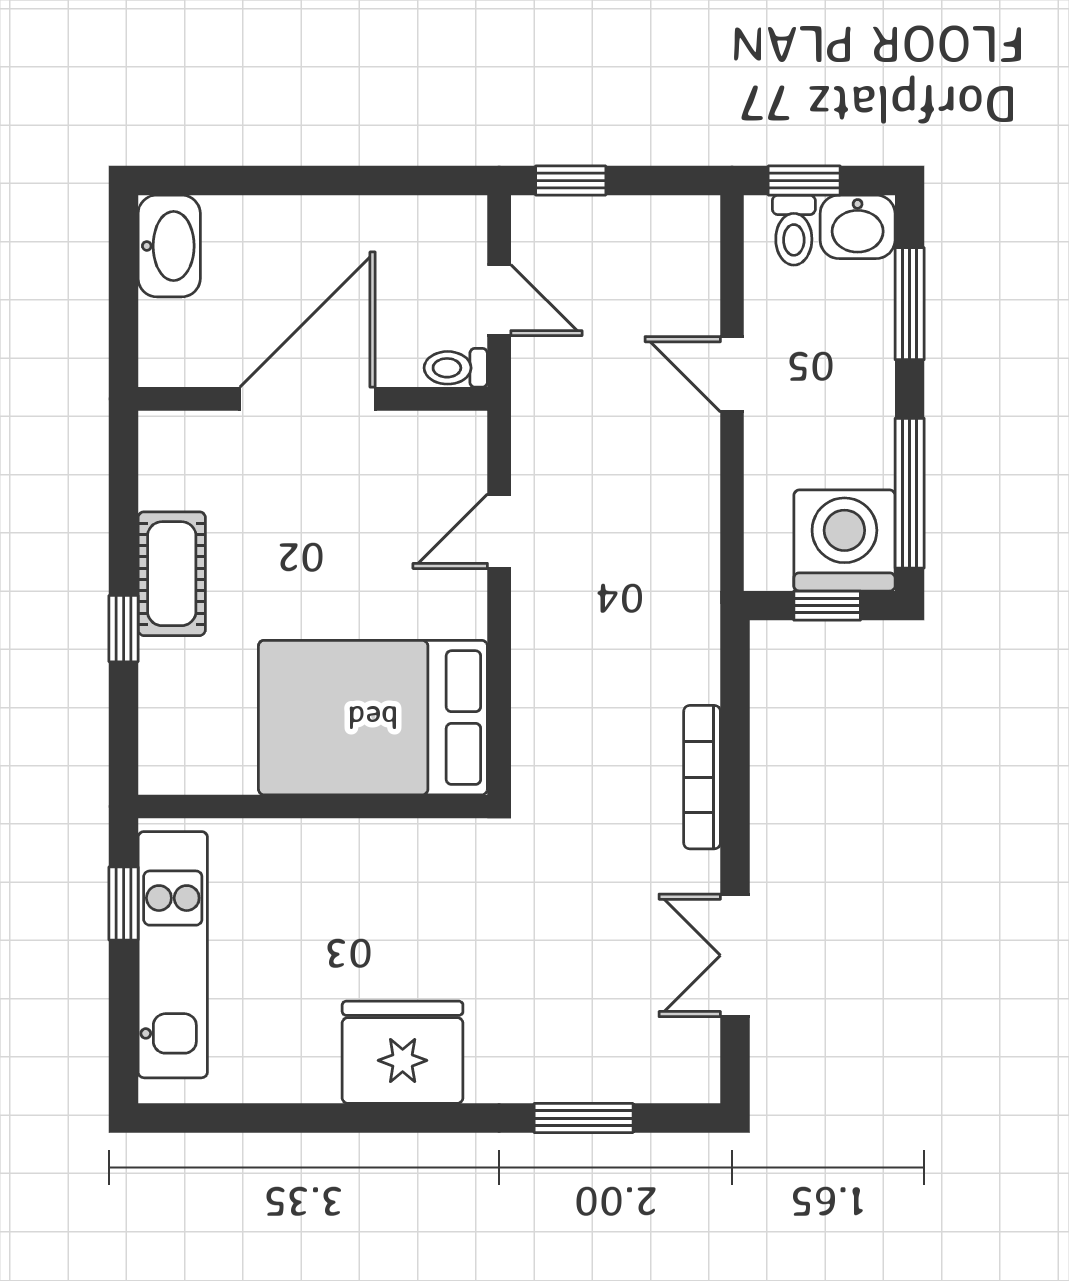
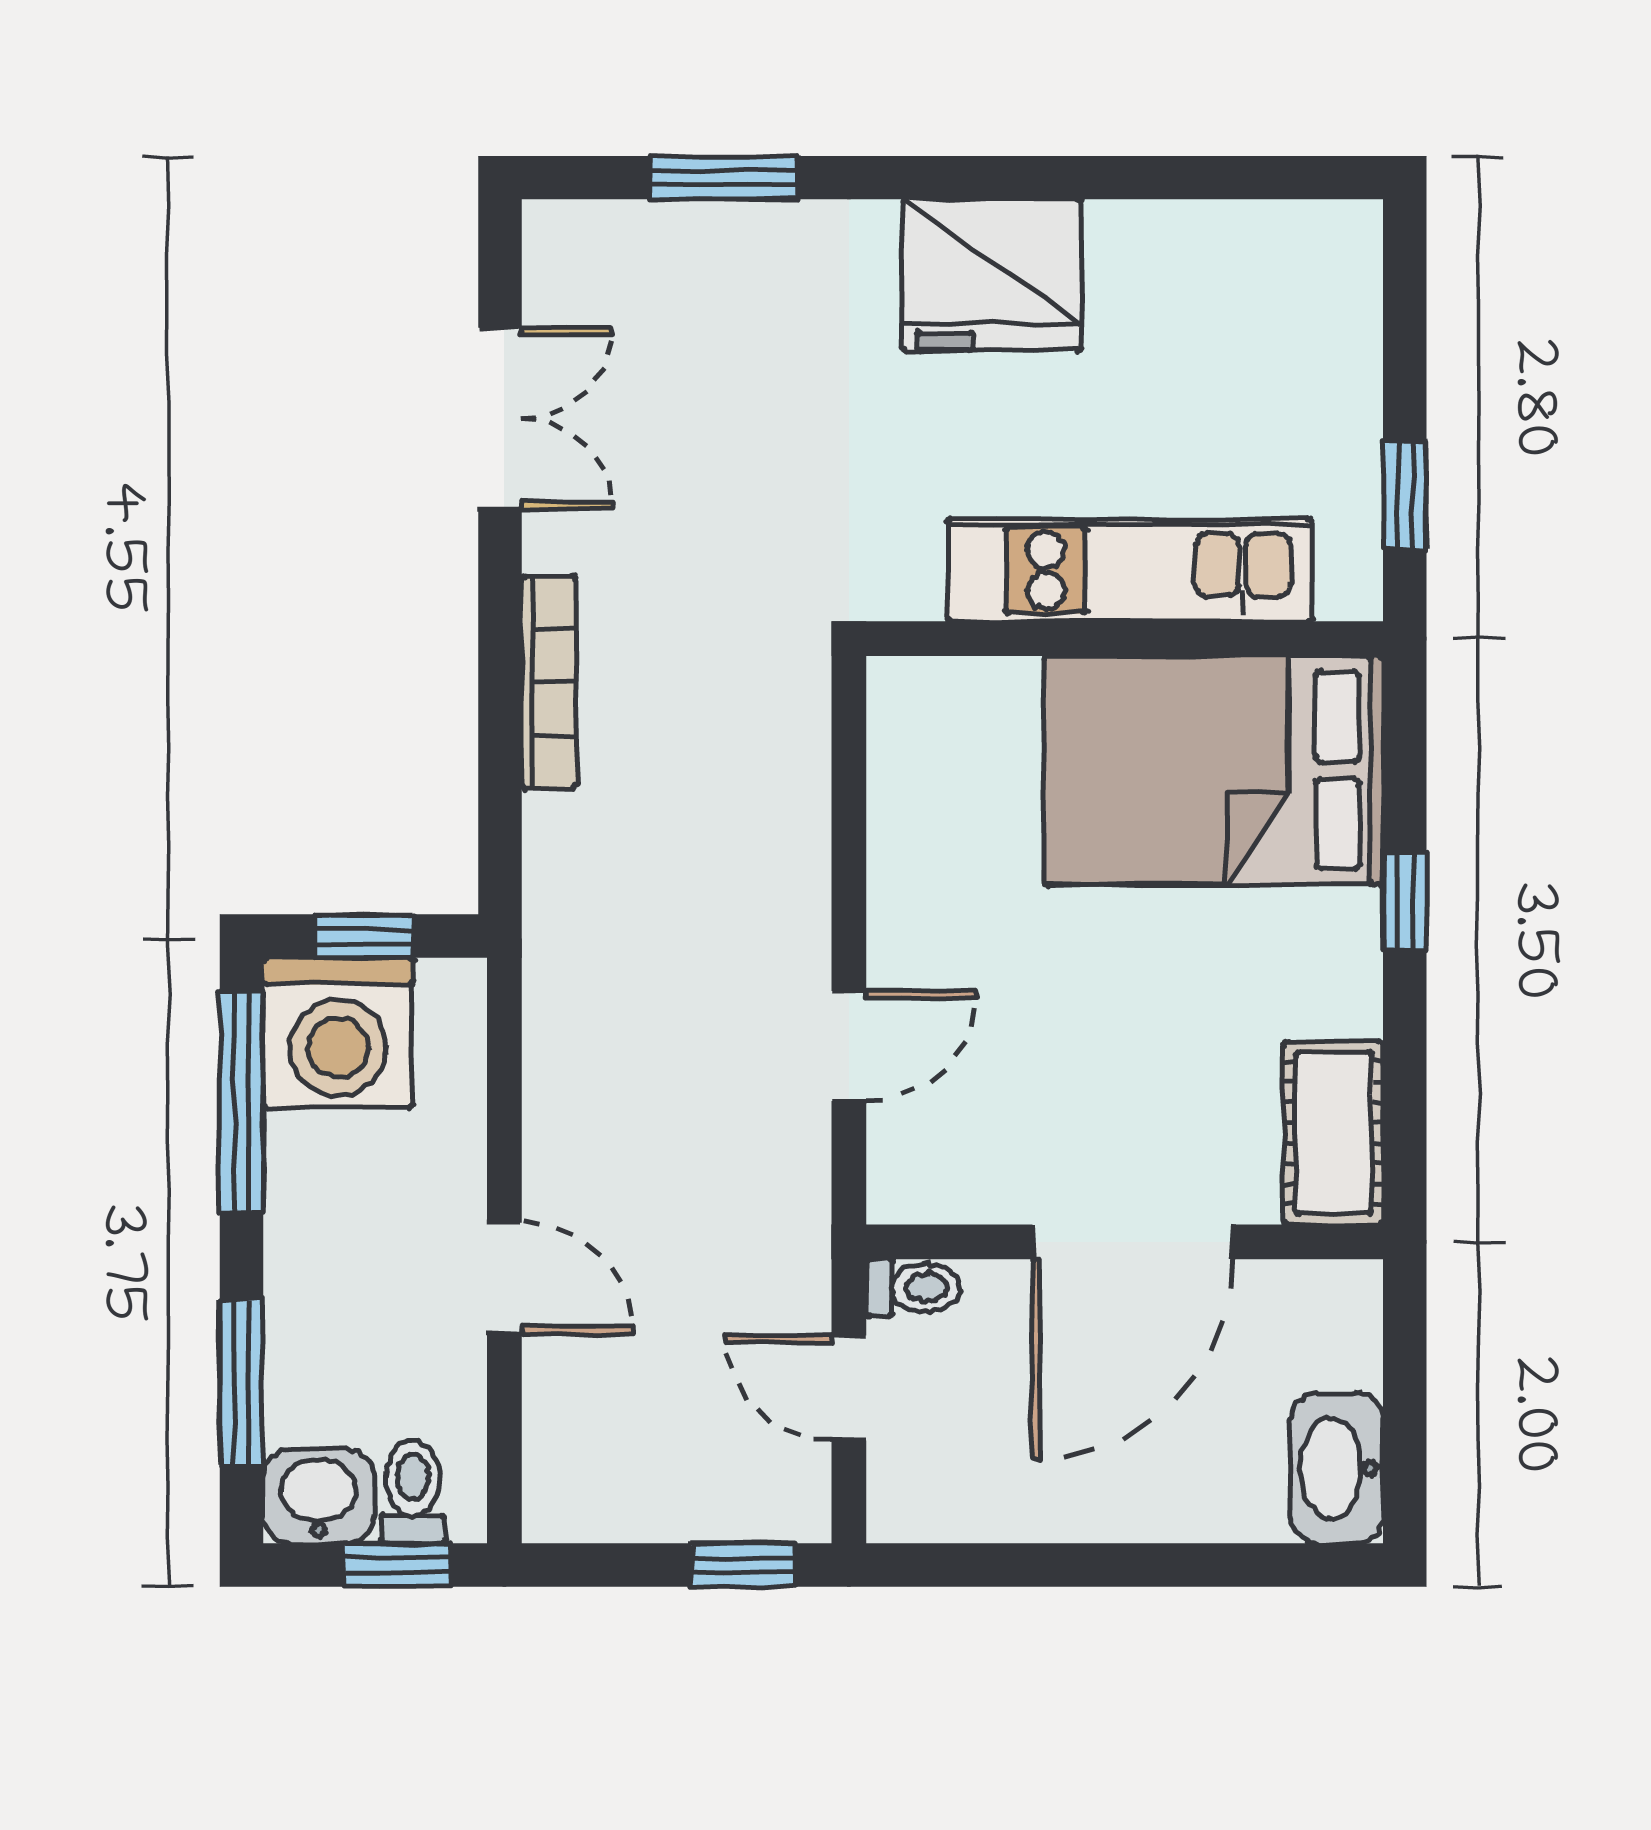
cot: (172, 574) -> (1333, 1133), moved
bed: (373, 718) -> (1214, 770), moved, turned 180
kitchen unit: (173, 955) -> (1130, 570), moved, turned 90

